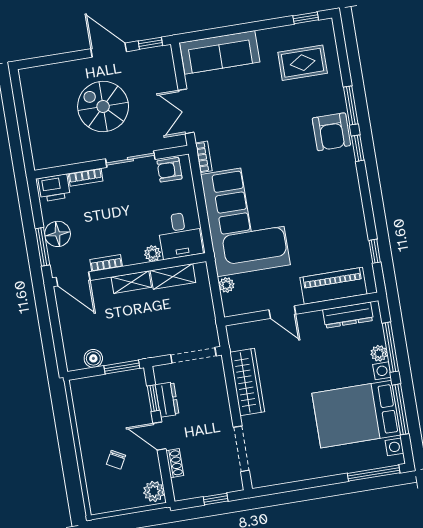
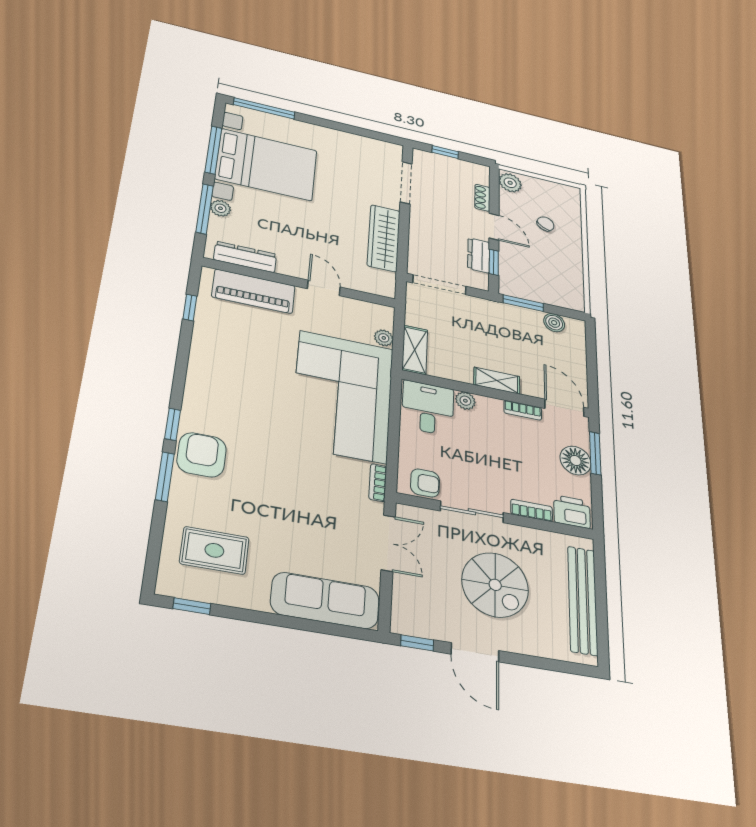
bench: (36, 117) -> (583, 600), added
shelving: (173, 276) -> (415, 350), moved, turned 90

